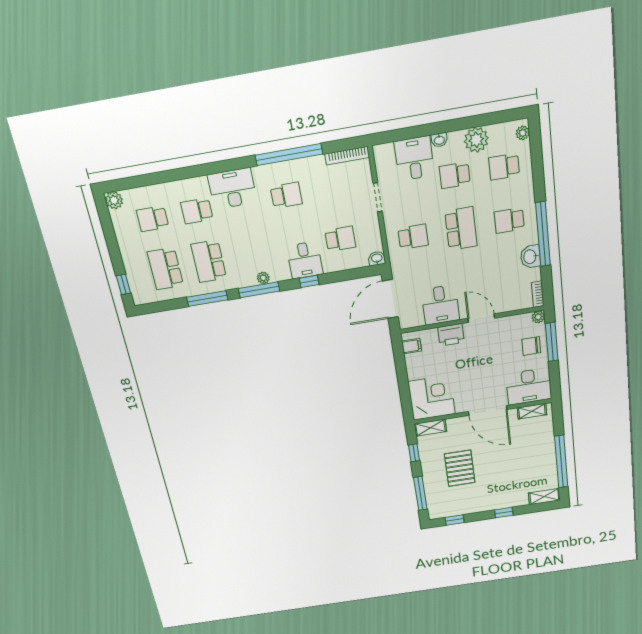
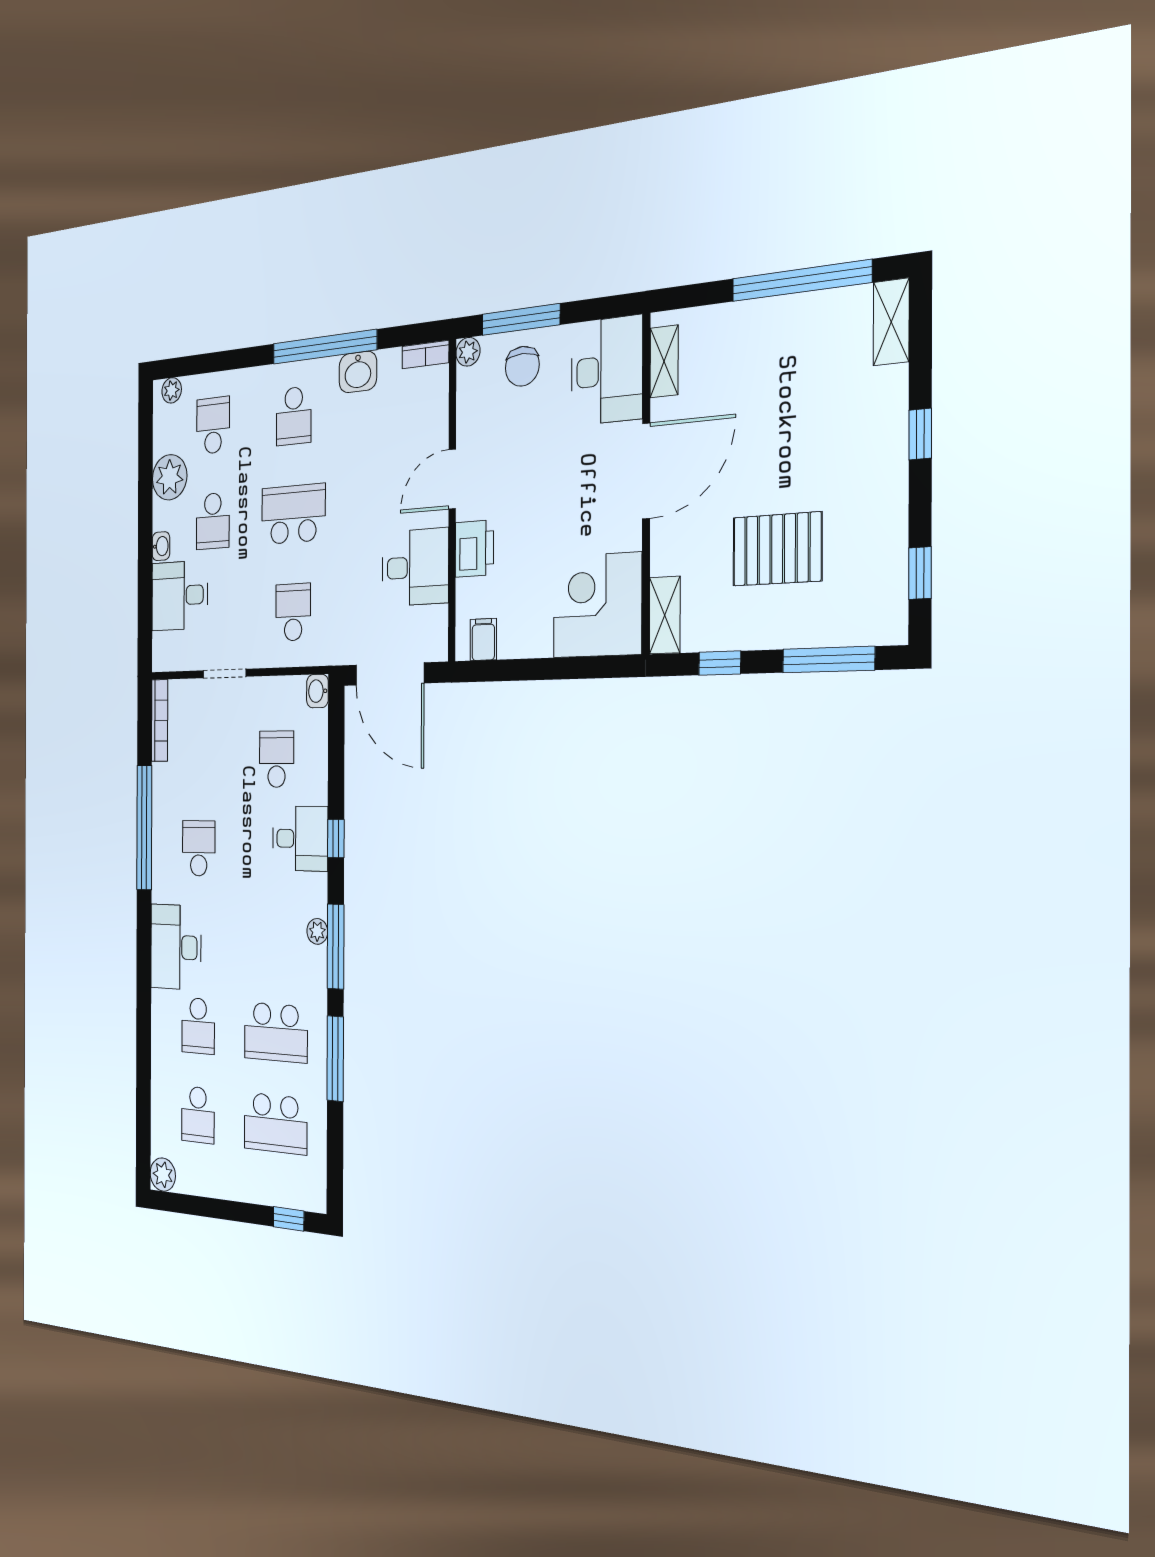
school desk: (504, 167) -> (213, 425), turned 180

